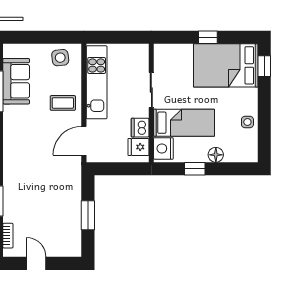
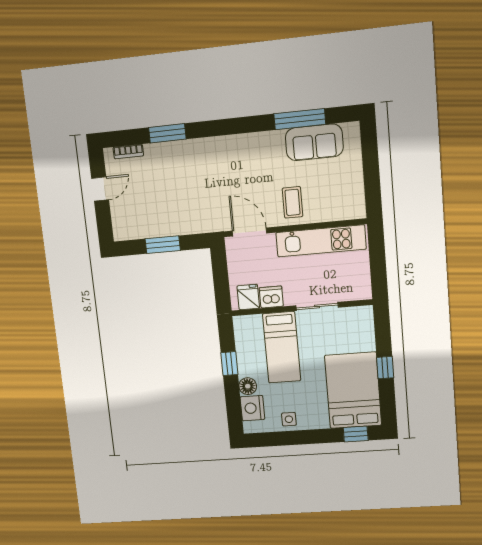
side table: (60, 58) -> (347, 194), removed
nightstand: (163, 148) -> (252, 408), moved, turned -90

